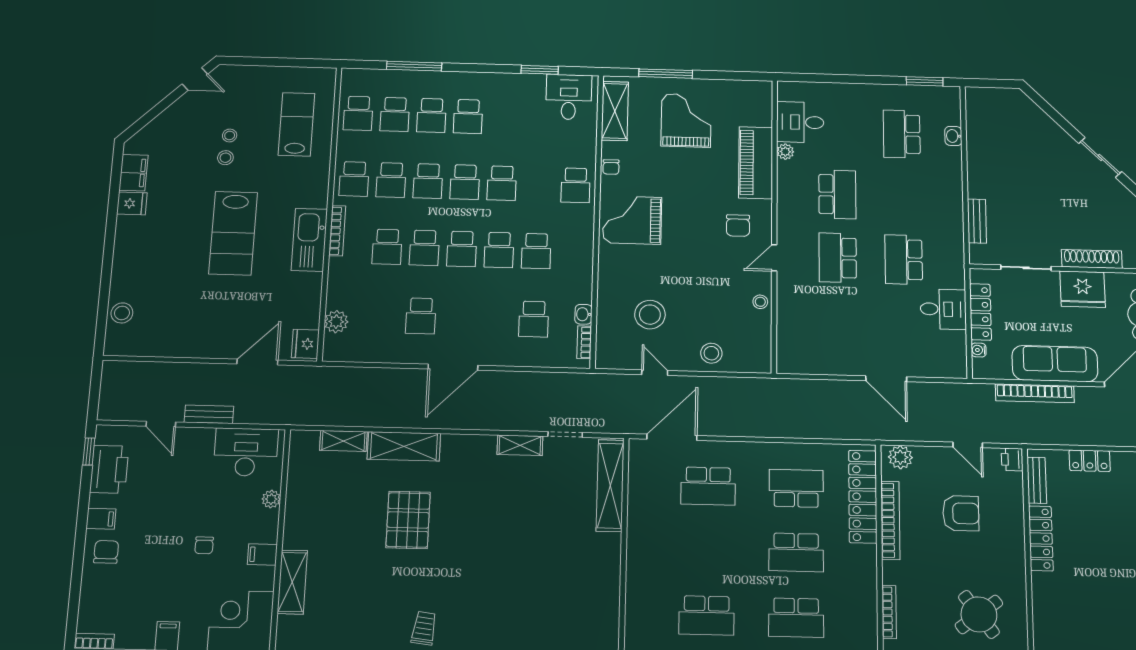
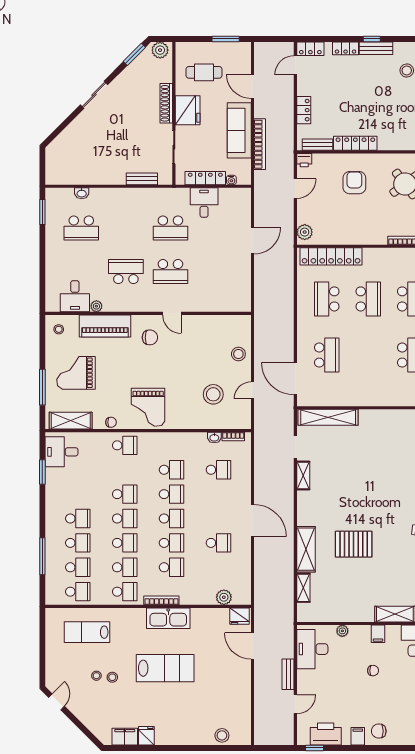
stool: (760, 302) -> (59, 329), moved
armchair: (961, 513) -> (354, 183), moved
bookcase: (890, 520) -> (346, 239), removed

